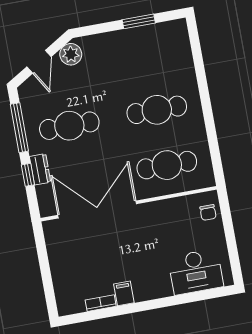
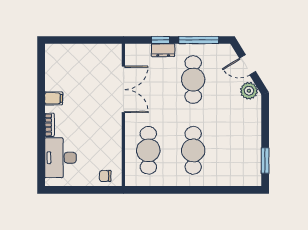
window: (139, 21) -> (265, 161), moved
double door: (97, 209) -> (123, 89), width x0.73
bookcase: (101, 303) -> (49, 125), moved

